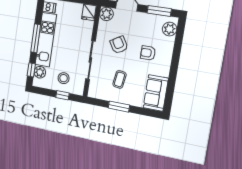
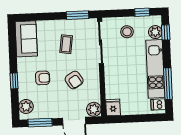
window: (36, 38) -> (168, 84), moved
window: (176, 56) -> (14, 81), added
sliding door: (90, 60) -> (101, 42), moved
window: (62, 95) -> (142, 12), moved
window: (119, 107) -> (77, 15), moved

